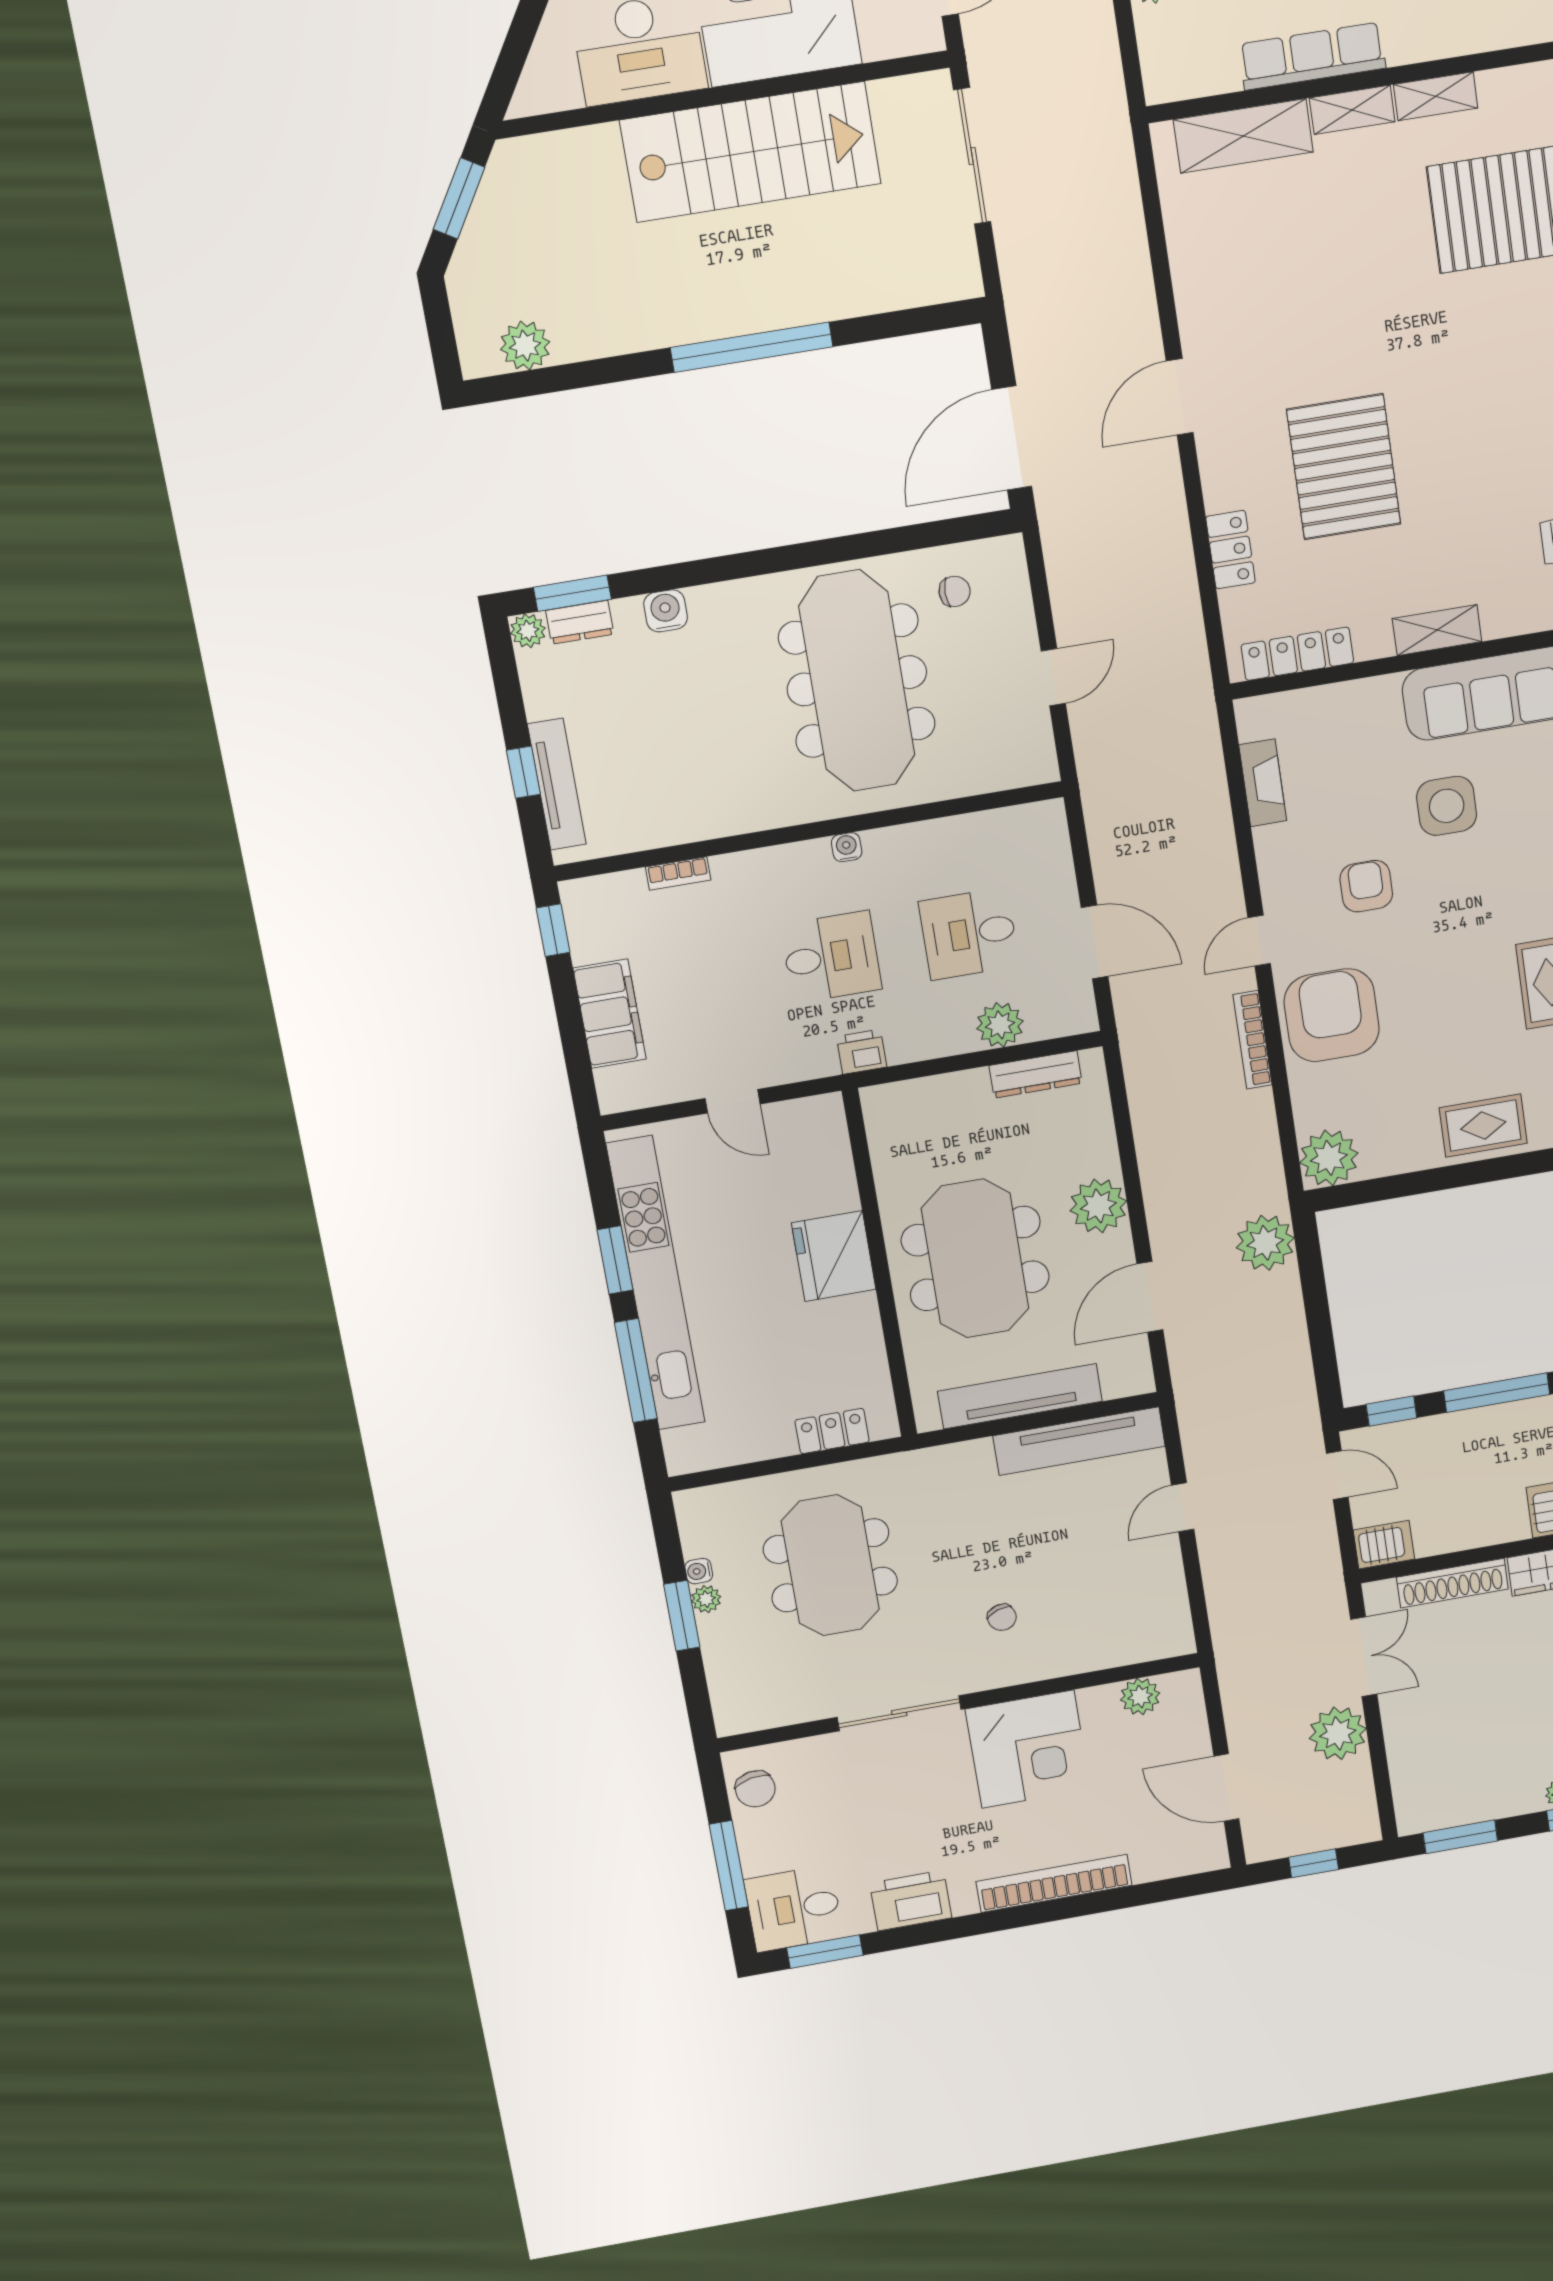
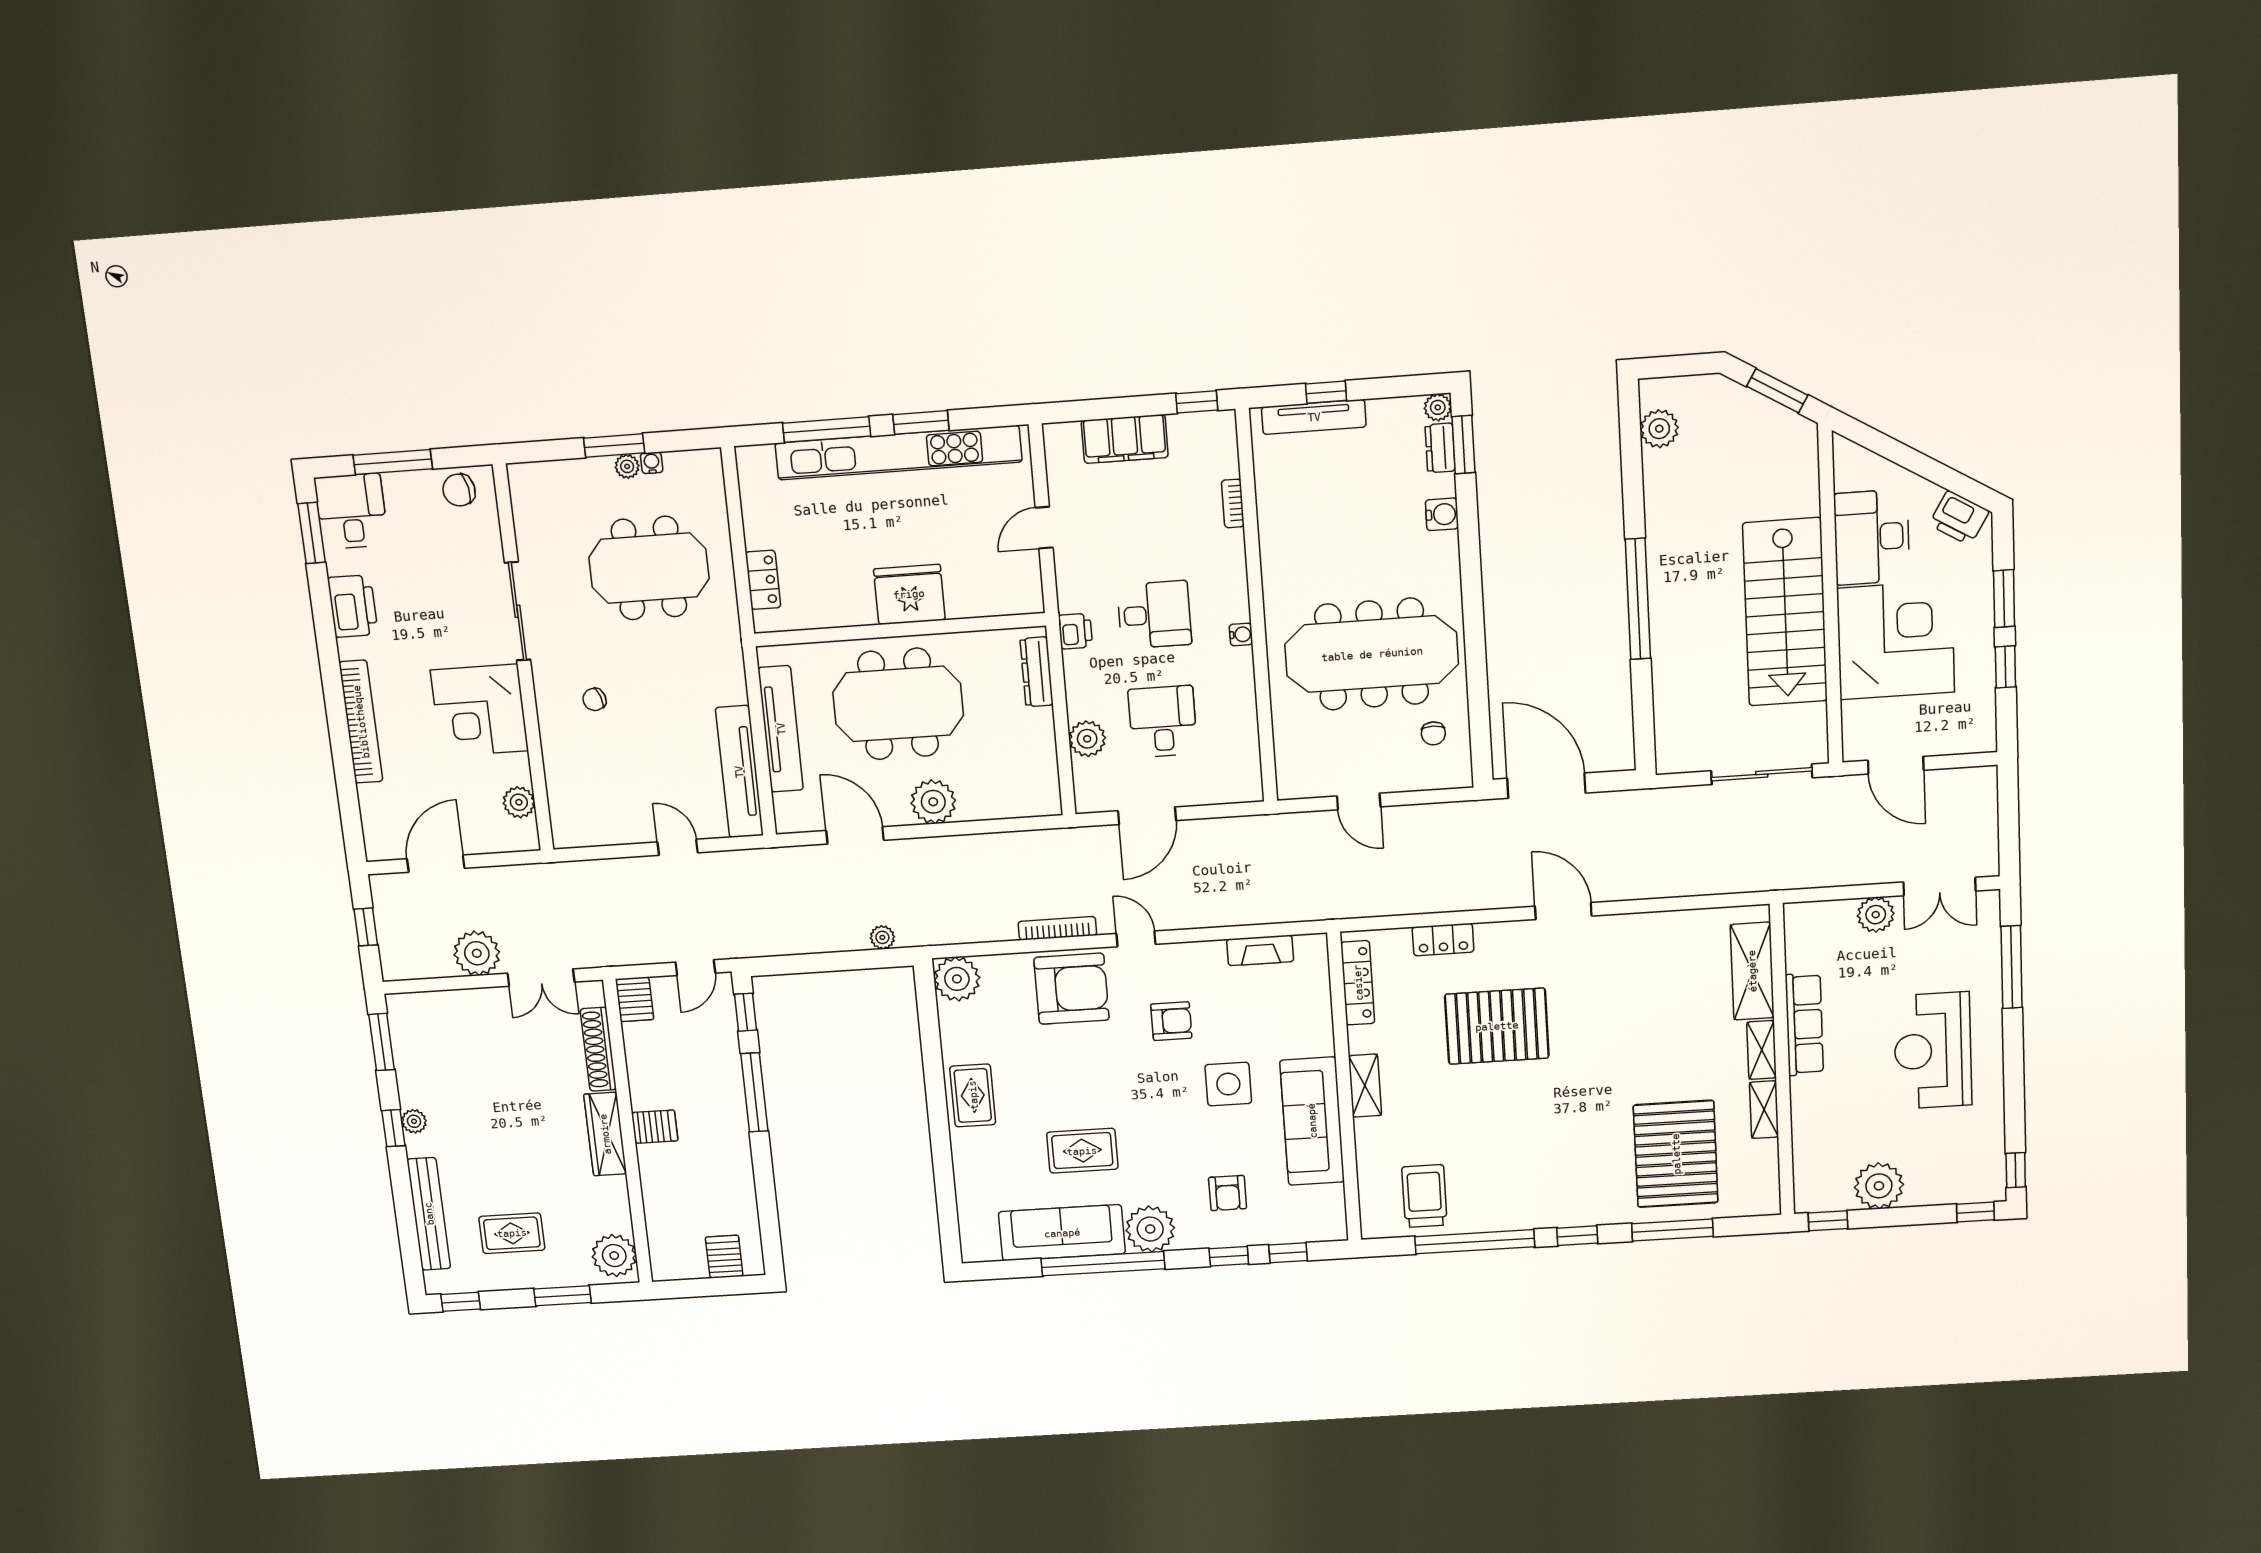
desk: (831, 957) -> (1154, 615), turned -90
dresser: (1035, 1074) -> (1037, 672), moved
plant: (1265, 1243) -> (882, 937), width x0.53, depth x0.53

